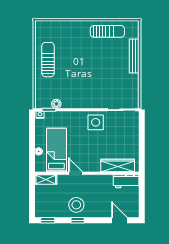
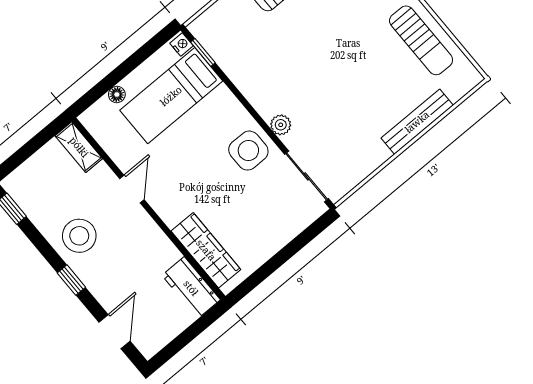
plant: (56, 104) -> (281, 125), moved
bed: (56, 150) -> (171, 96), moved, turned 180
window: (78, 220) -> (71, 280), moved

